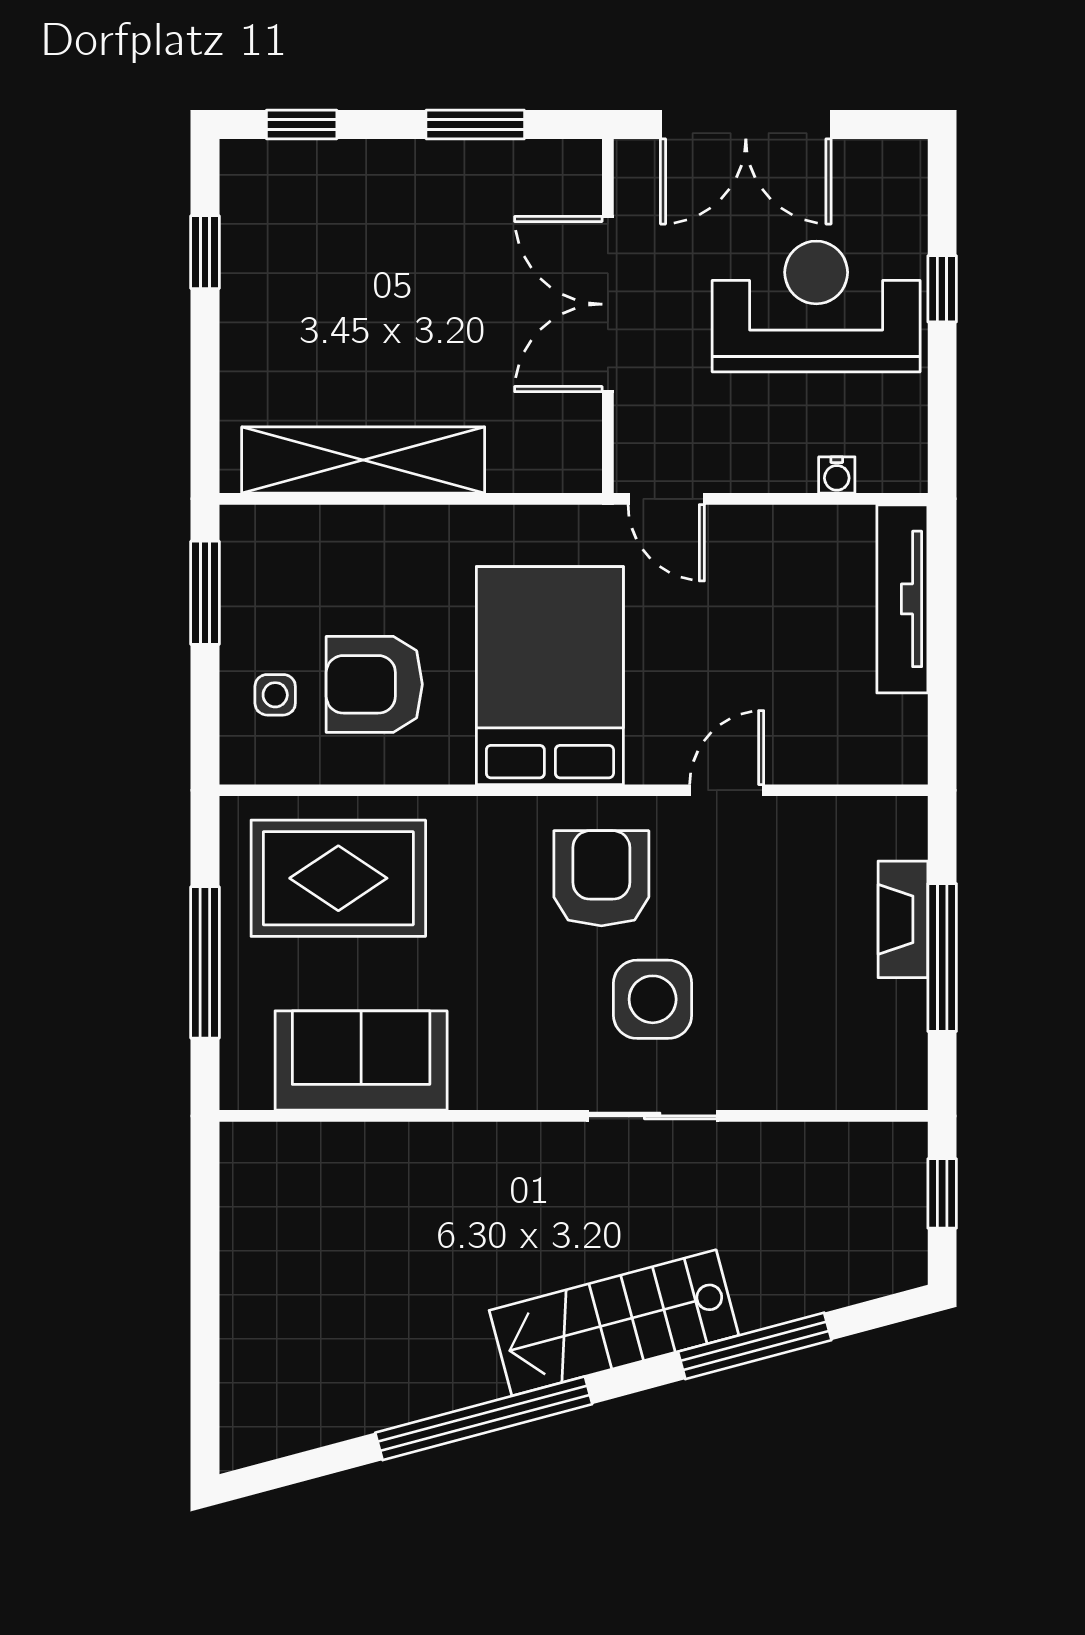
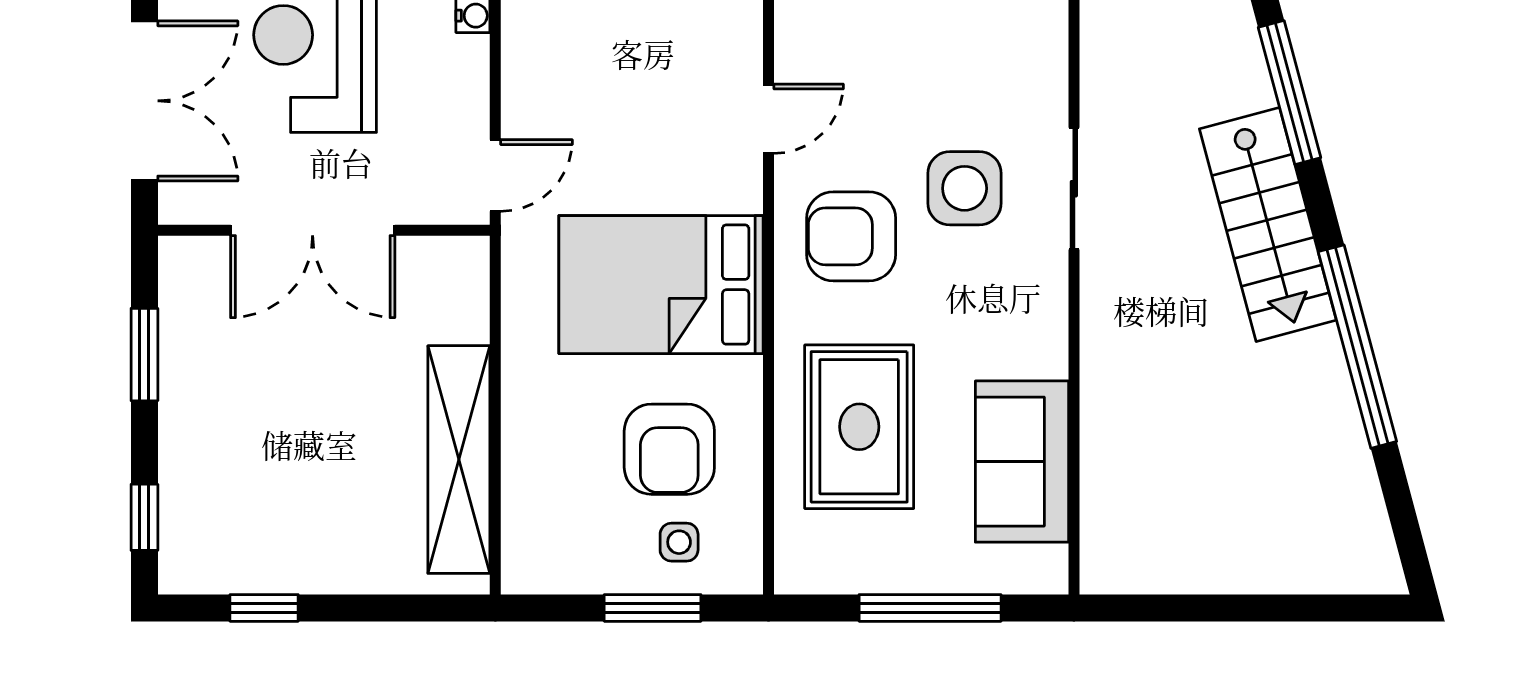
window: (205, 593) -> (653, 608), moved
door: (727, 790) -> (769, 119), swing flipped
rug: (338, 878) -> (859, 427), moved

